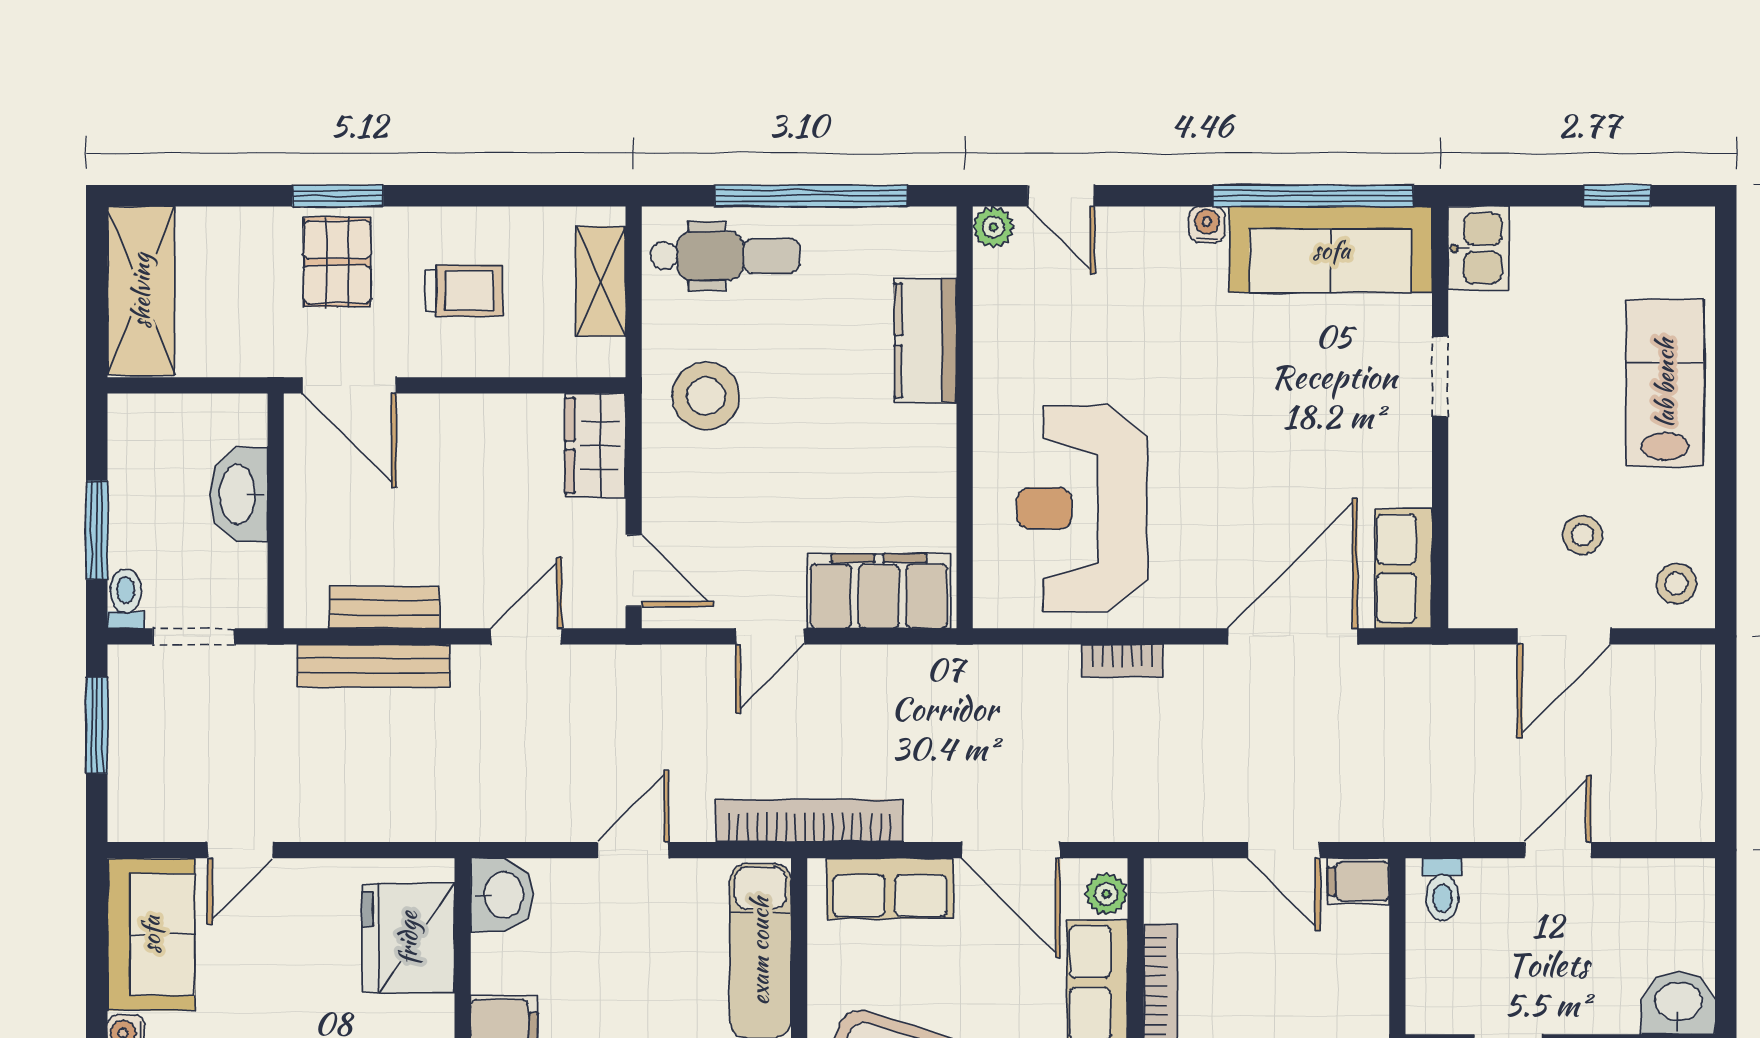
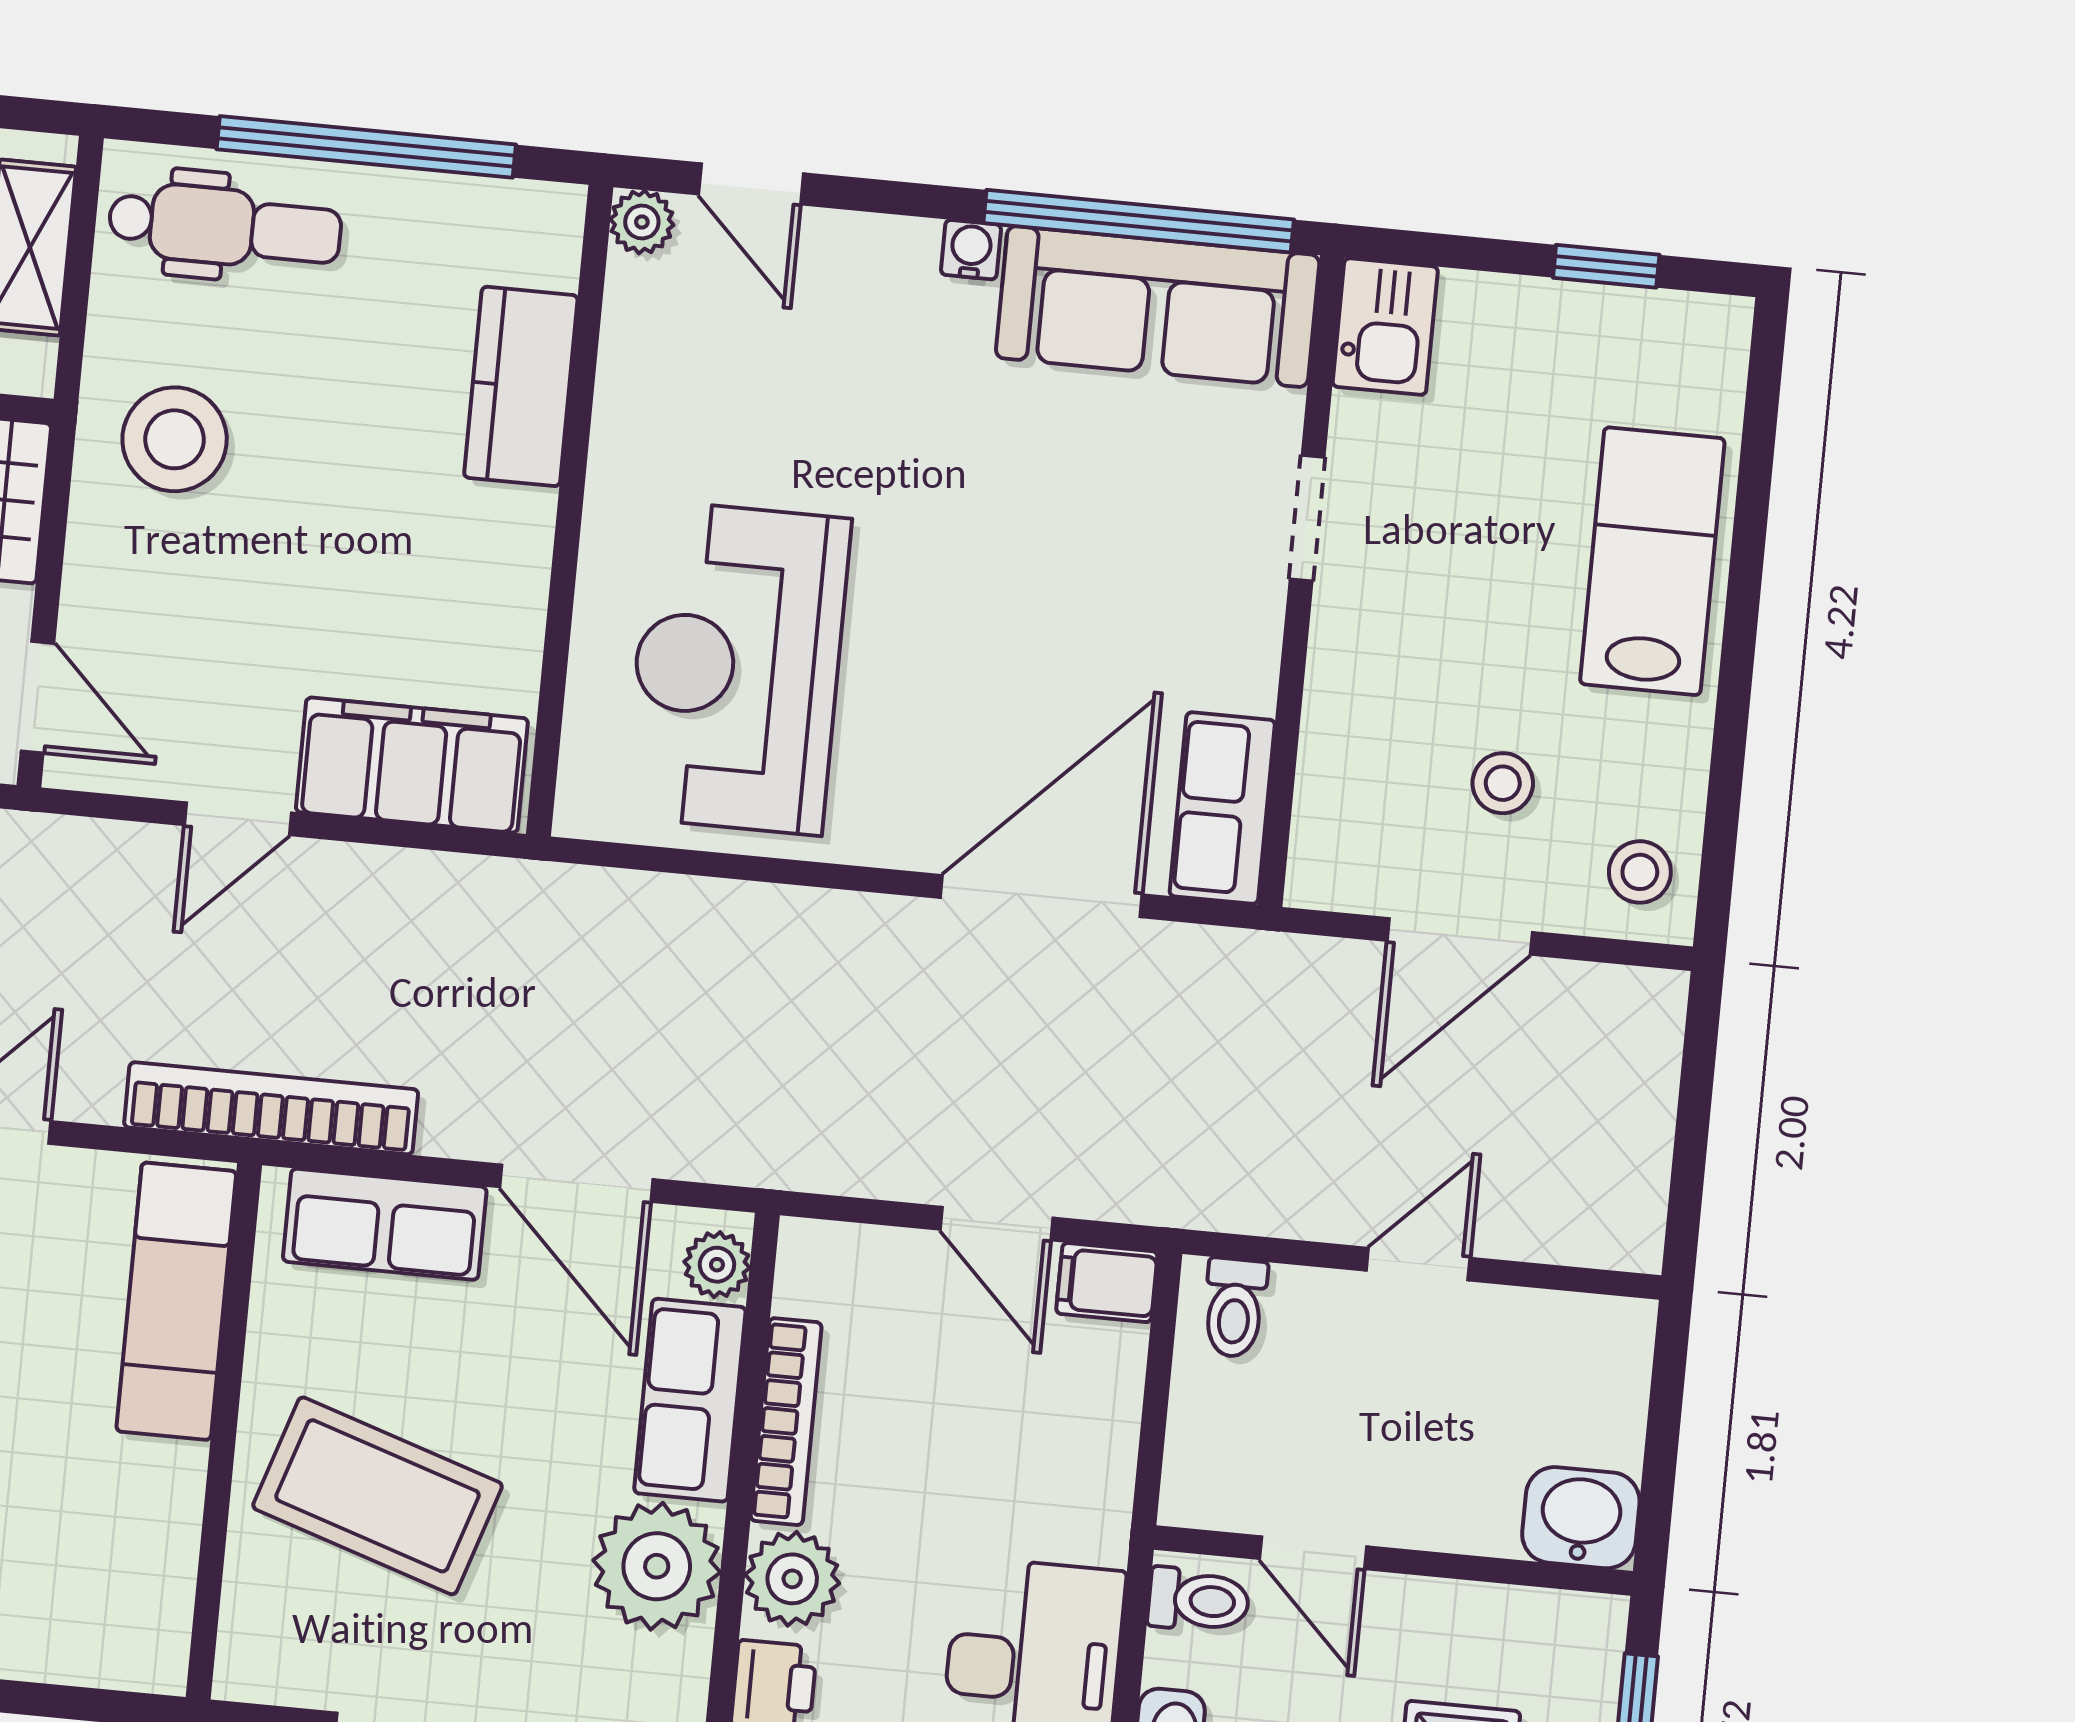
bookcase: (1122, 661) -> (776, 908), removed

